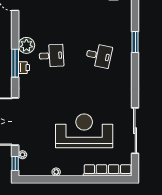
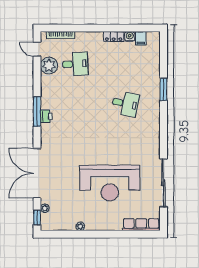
plant: (26, 45) -> (49, 66), moved
desk: (51, 56) -> (75, 64), moved
reception desk: (84, 131) -> (110, 183), turned 180
row of seats: (108, 170) -> (141, 225), width x0.73

